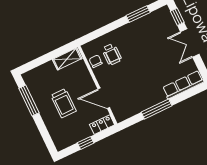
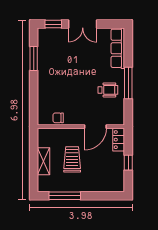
wheelchair: (112, 54) -> (108, 90), moved
shelving: (67, 59) -> (44, 161), moved
trolley: (63, 103) -> (72, 159), moved, turned -90

